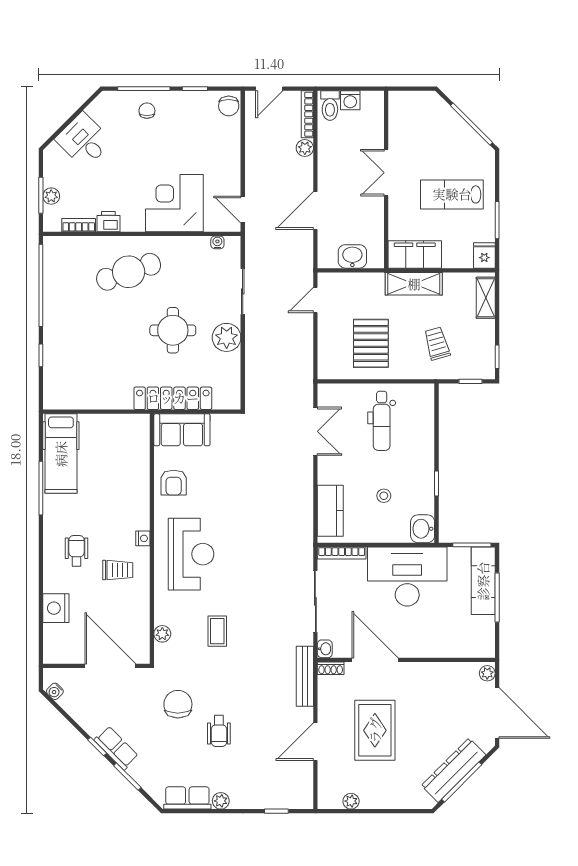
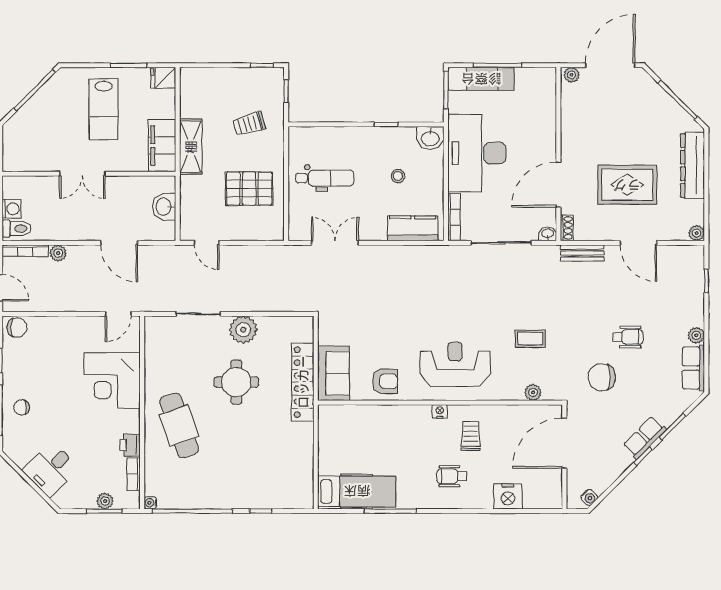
water cooler: (217, 242) -> (150, 503), moved
shelving: (486, 298) -> (204, 76), removed
bench: (305, 676) -> (582, 253), width x0.73
dresser: (454, 770) -> (693, 165), moved, turned 45
plant: (351, 801) -> (697, 233), moved

